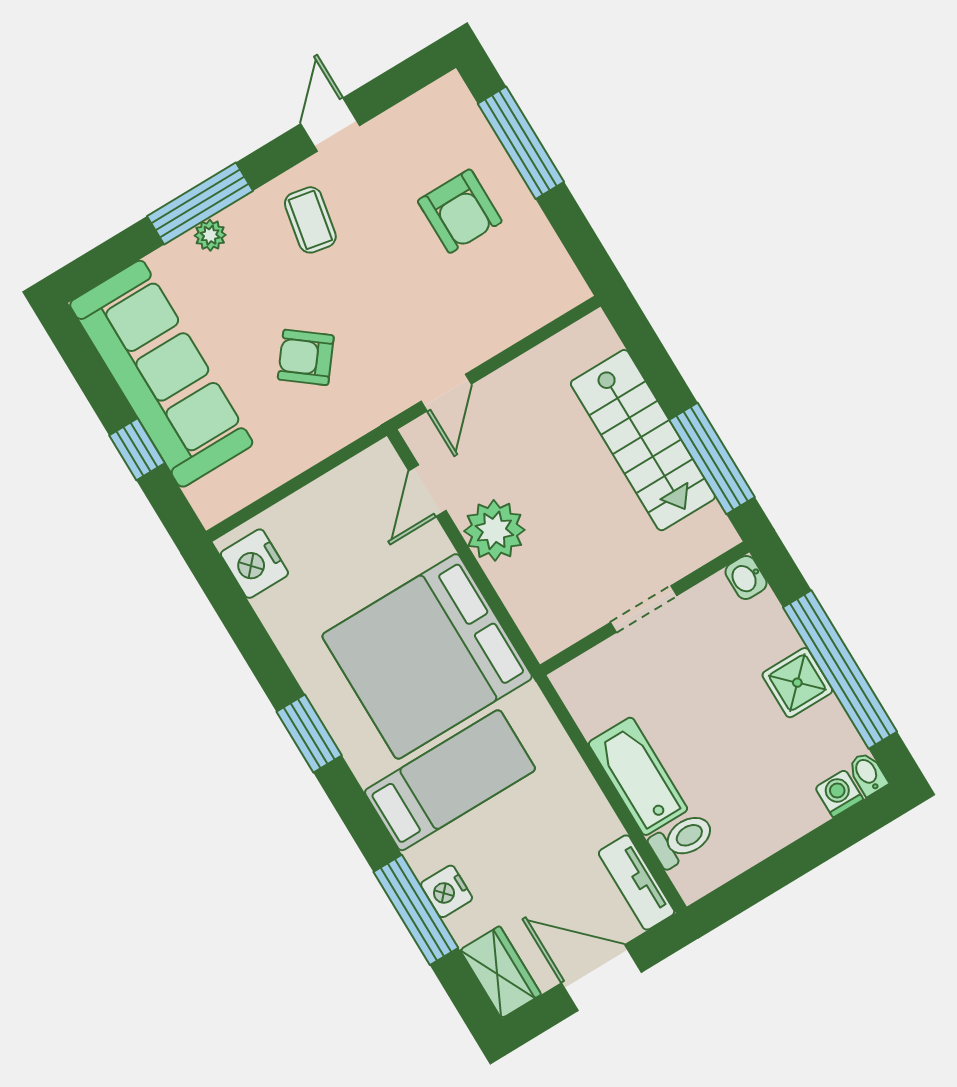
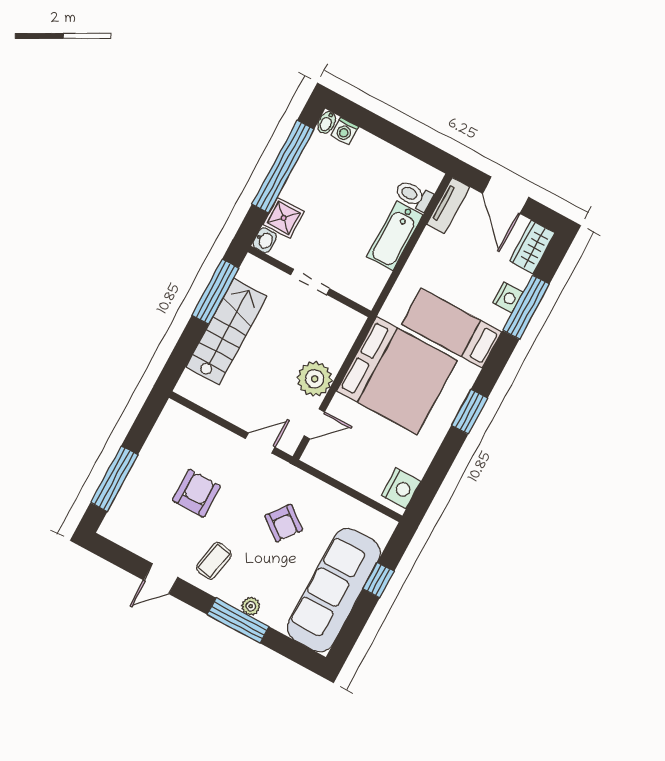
armchair: (460, 211) -> (196, 493), moved
shower: (797, 683) -> (284, 218), moved

